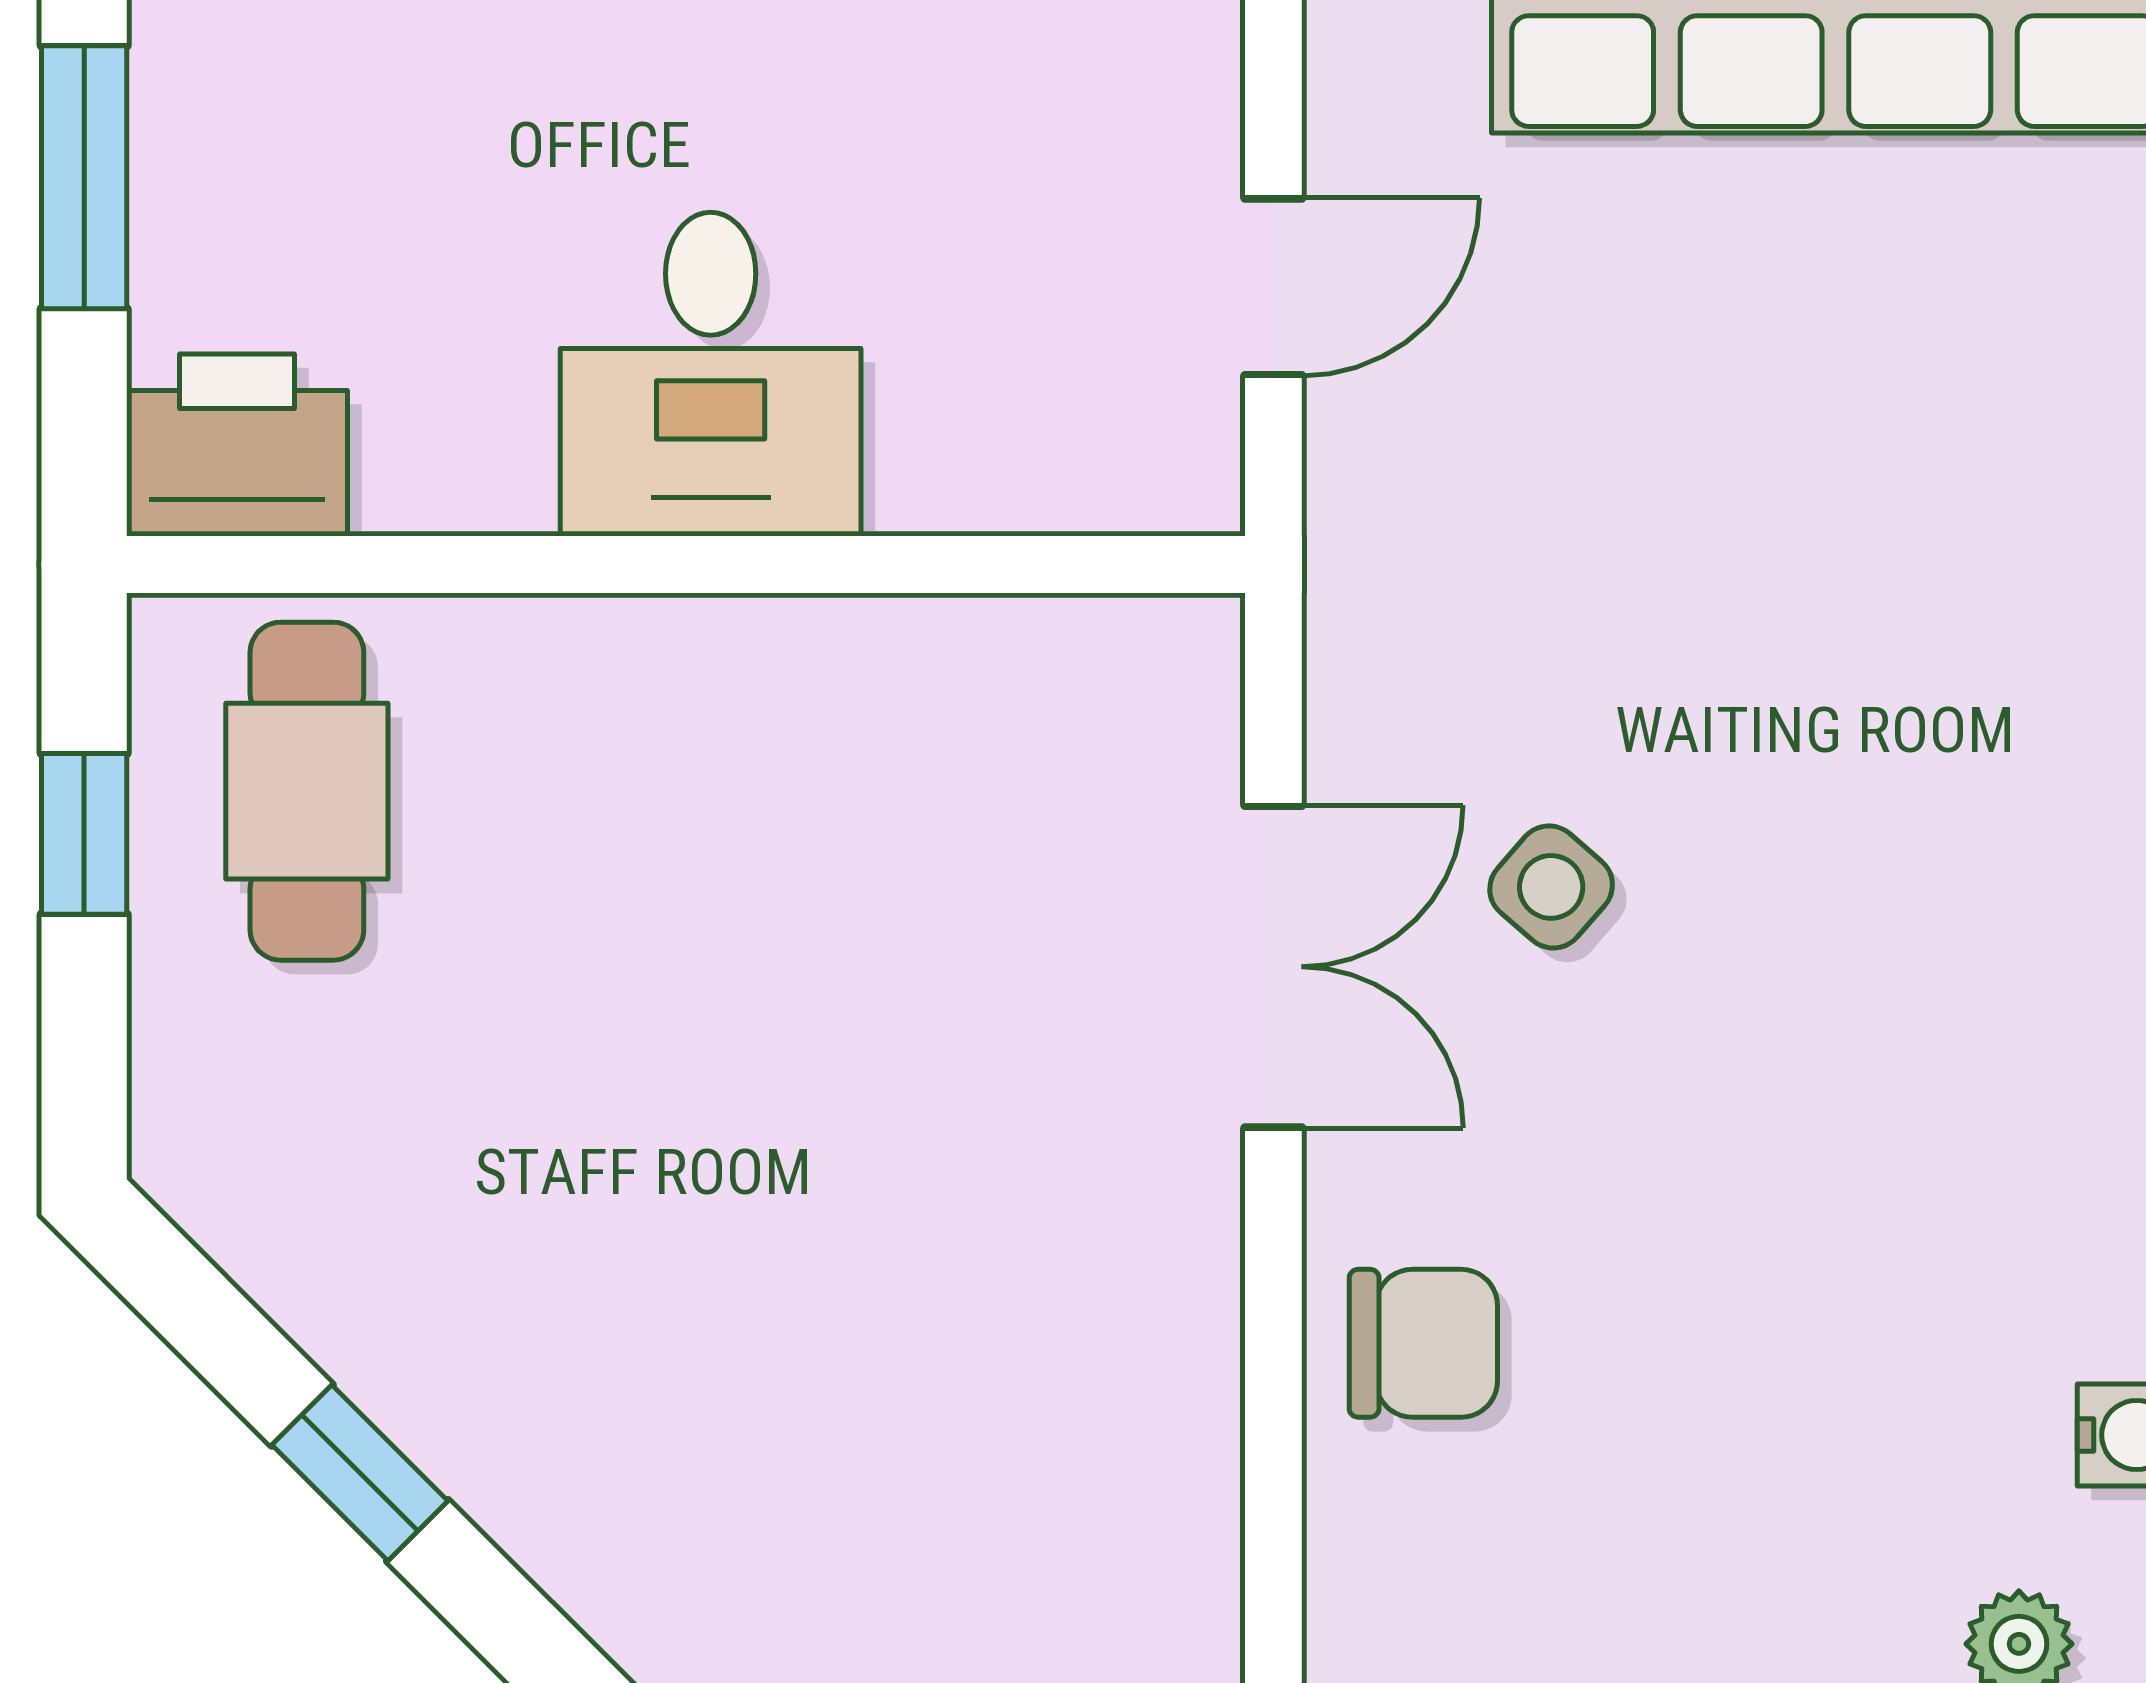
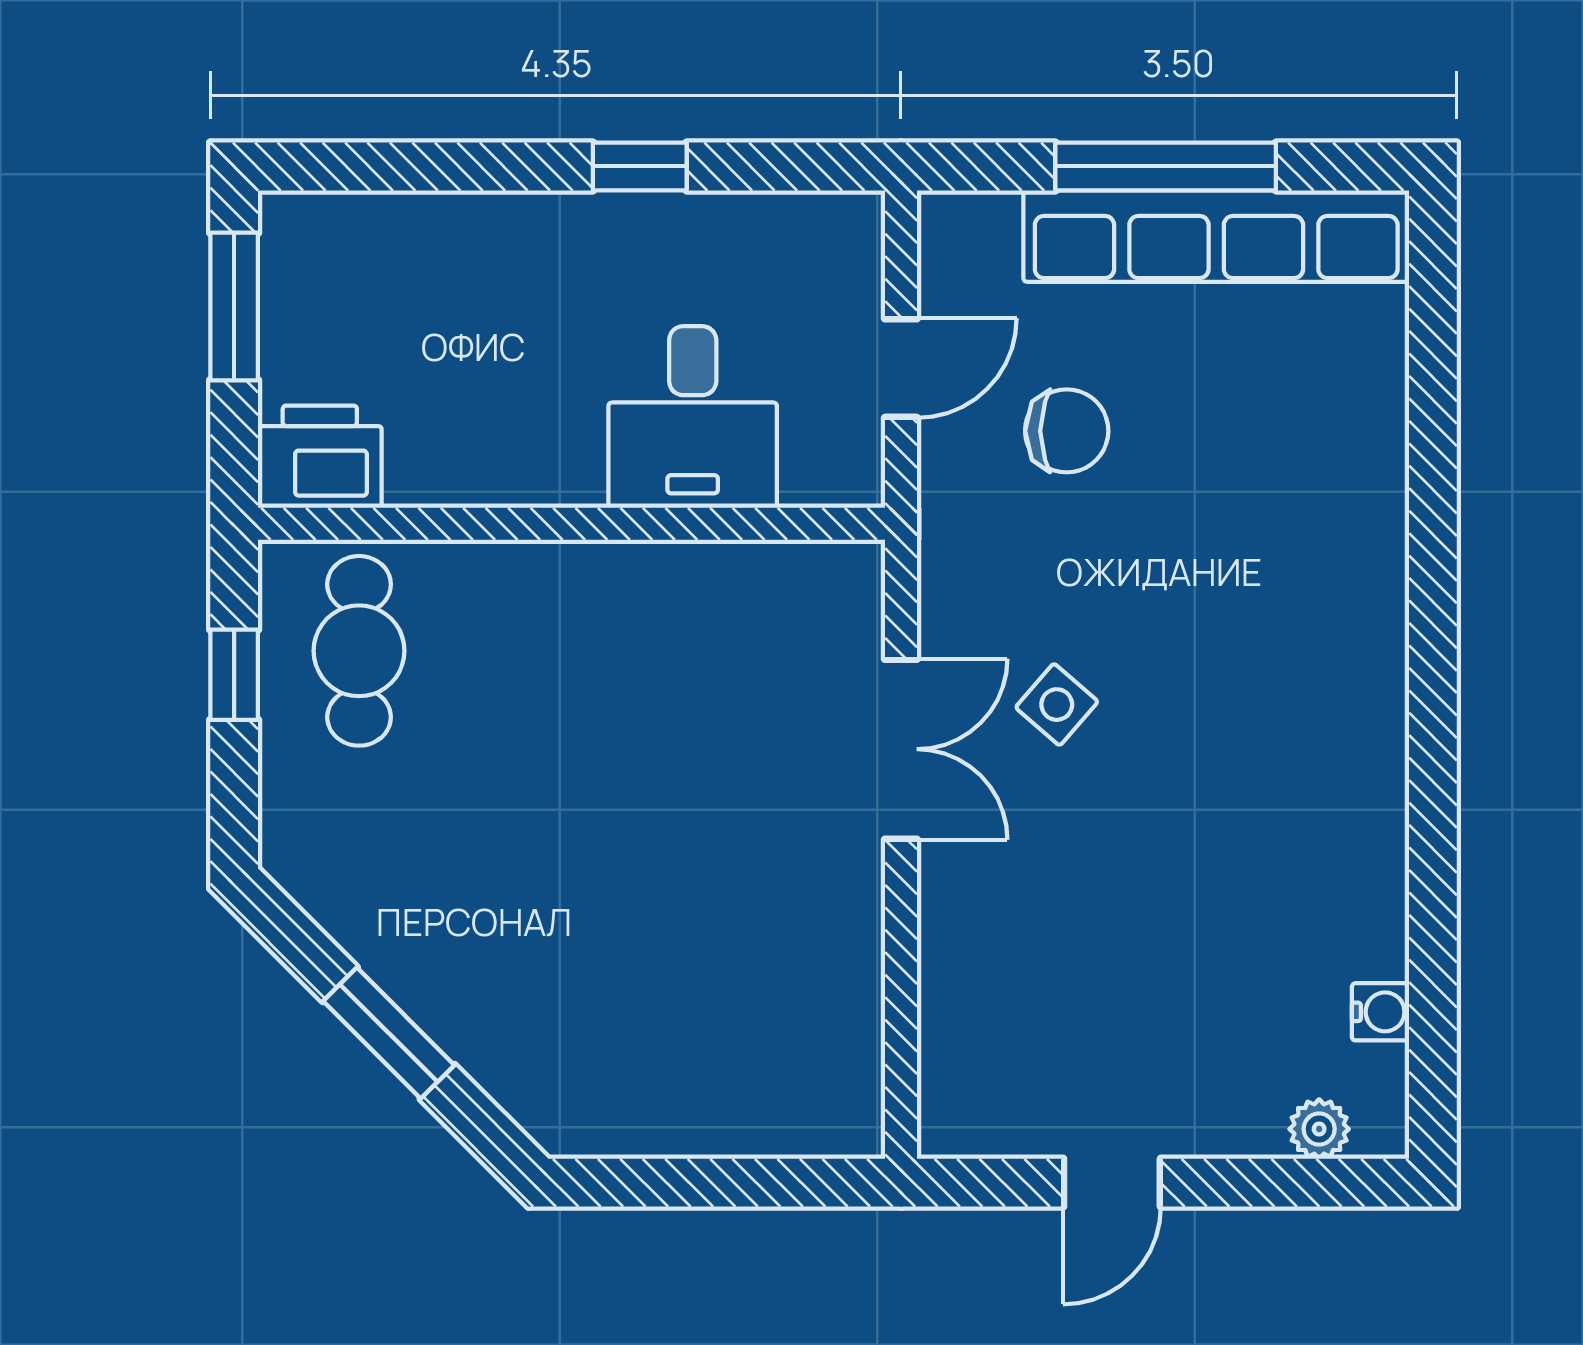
desk: (711, 374) -> (693, 417), moved
chair: (1423, 1343) -> (1067, 431), moved
window: (360, 1473) -> (389, 1033), width x1.50

